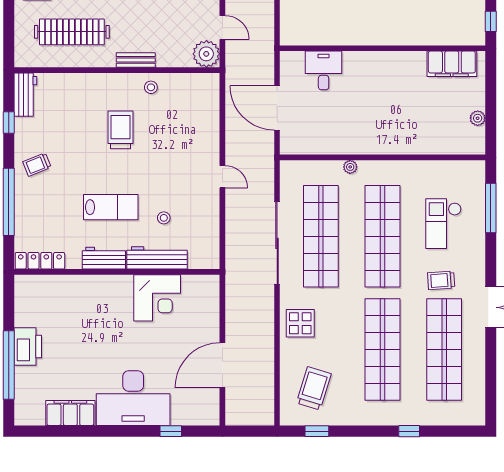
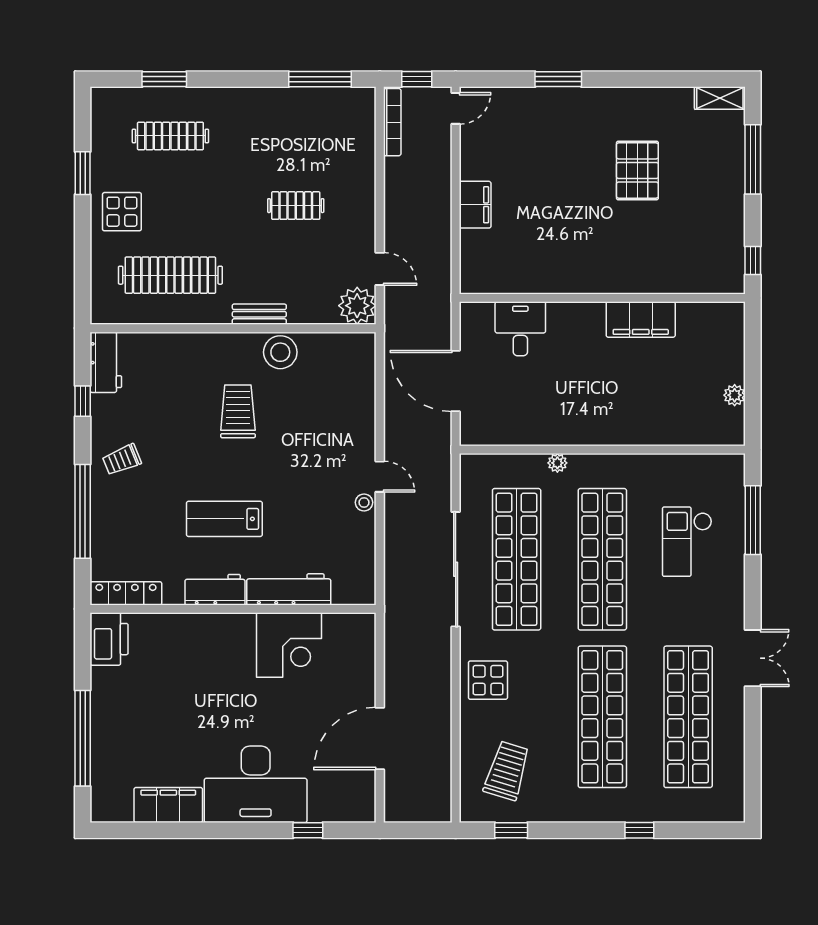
filing cabinet: (452, 64) -> (641, 319), moved
stool: (151, 87) -> (280, 352), width x1.89, depth x1.89
lab bench: (111, 207) -> (224, 519), turned 180
stool: (164, 218) -> (364, 502), moved
trolley: (441, 280) -> (684, 621), removed
printer: (28, 346) -> (109, 639), moved

